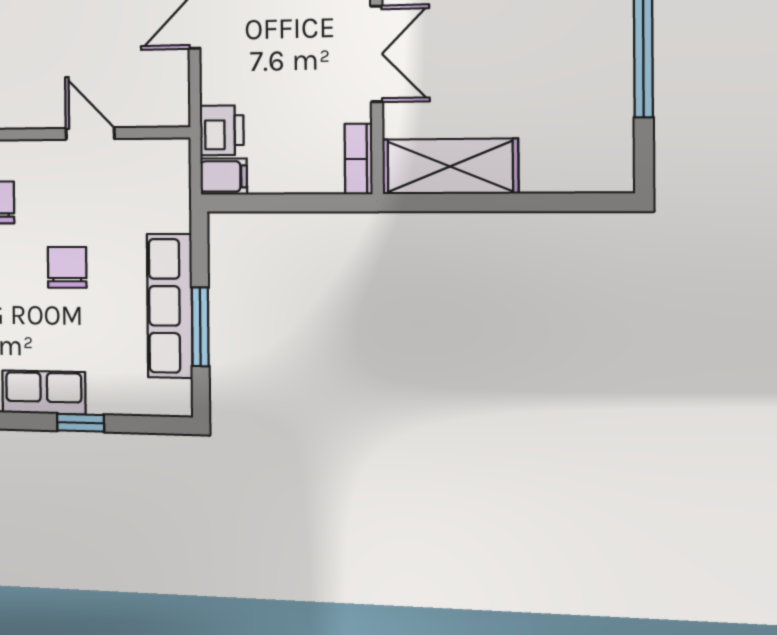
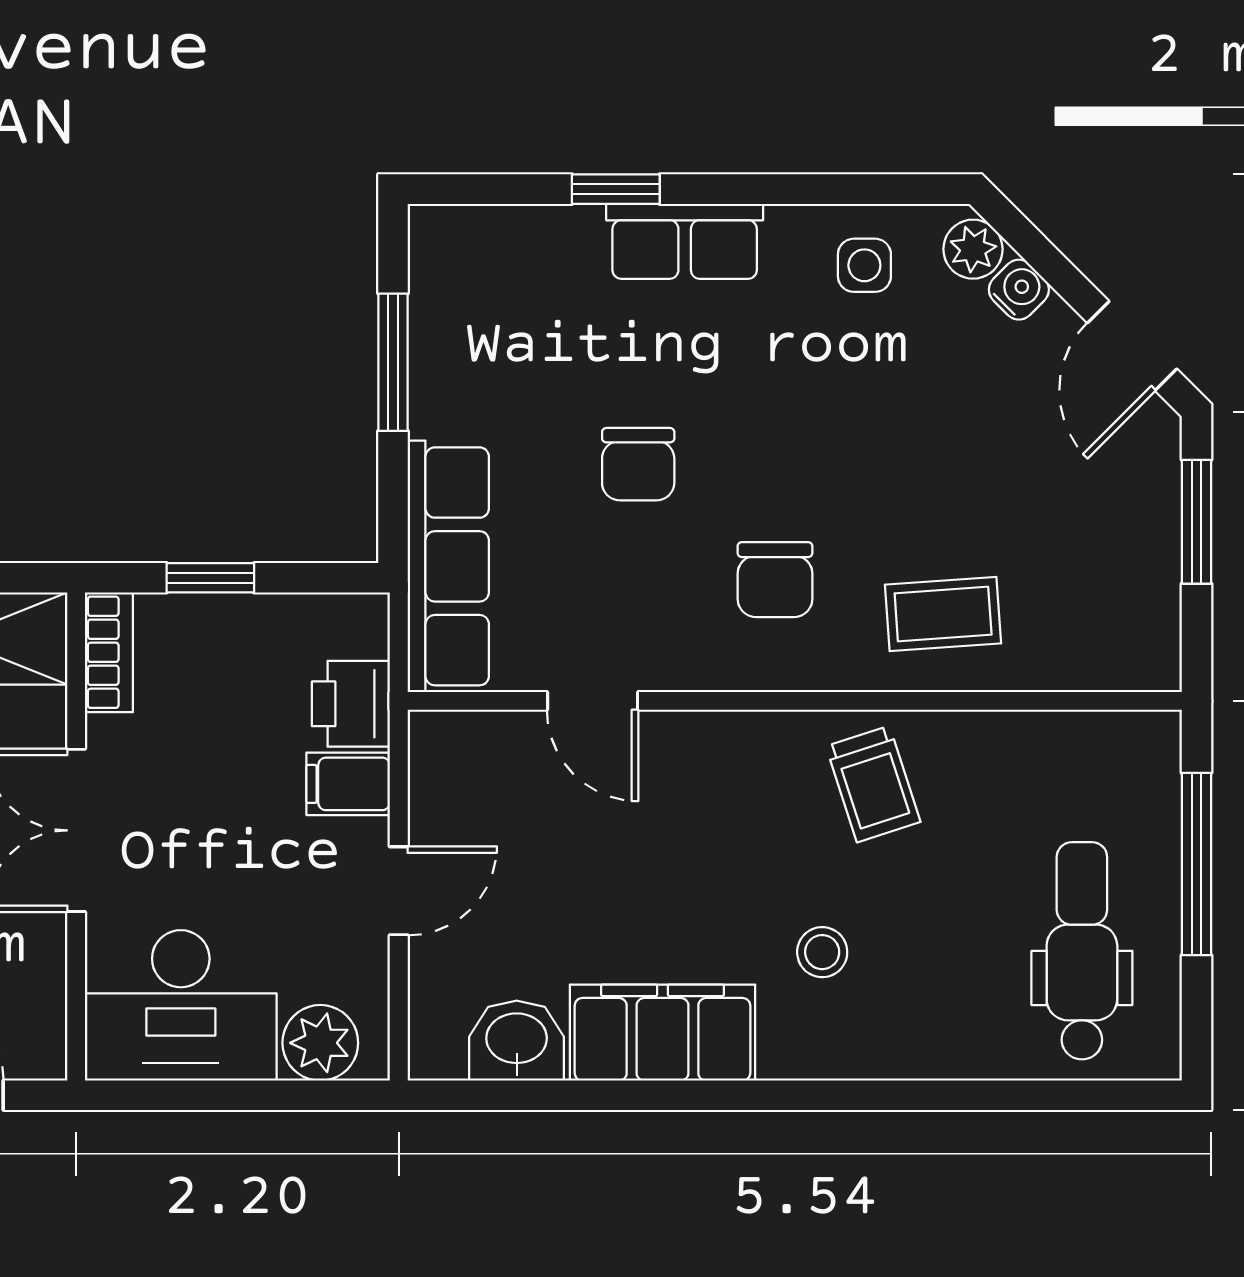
filing cabinet: (224, 177) -> (348, 784), moved
window: (301, 203) -> (210, 578), added
row of seats: (170, 306) -> (448, 566), moved

